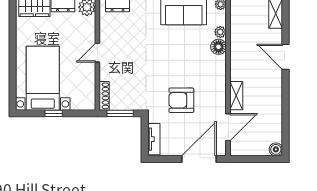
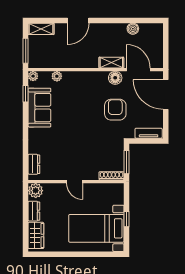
floor lamp: (219, 47) -> (115, 78), moved
armchair: (181, 100) -> (115, 110), turned 180
boiler: (276, 149) -> (133, 29), moved

